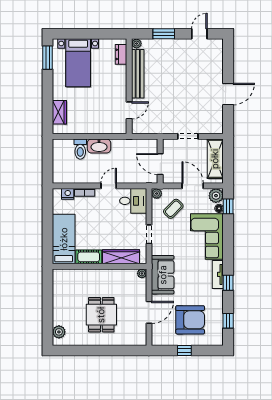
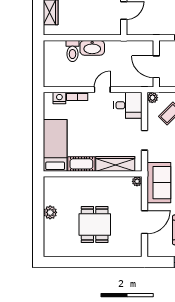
plant: (59, 332) -> (50, 212), moved

